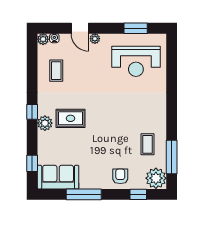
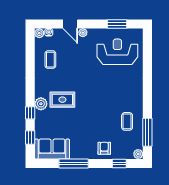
reception desk: (136, 61) -> (117, 52), turned 180
window: (32, 112) -> (30, 113), moved
plant: (156, 178) -> (138, 154), width x0.53, depth x0.53

